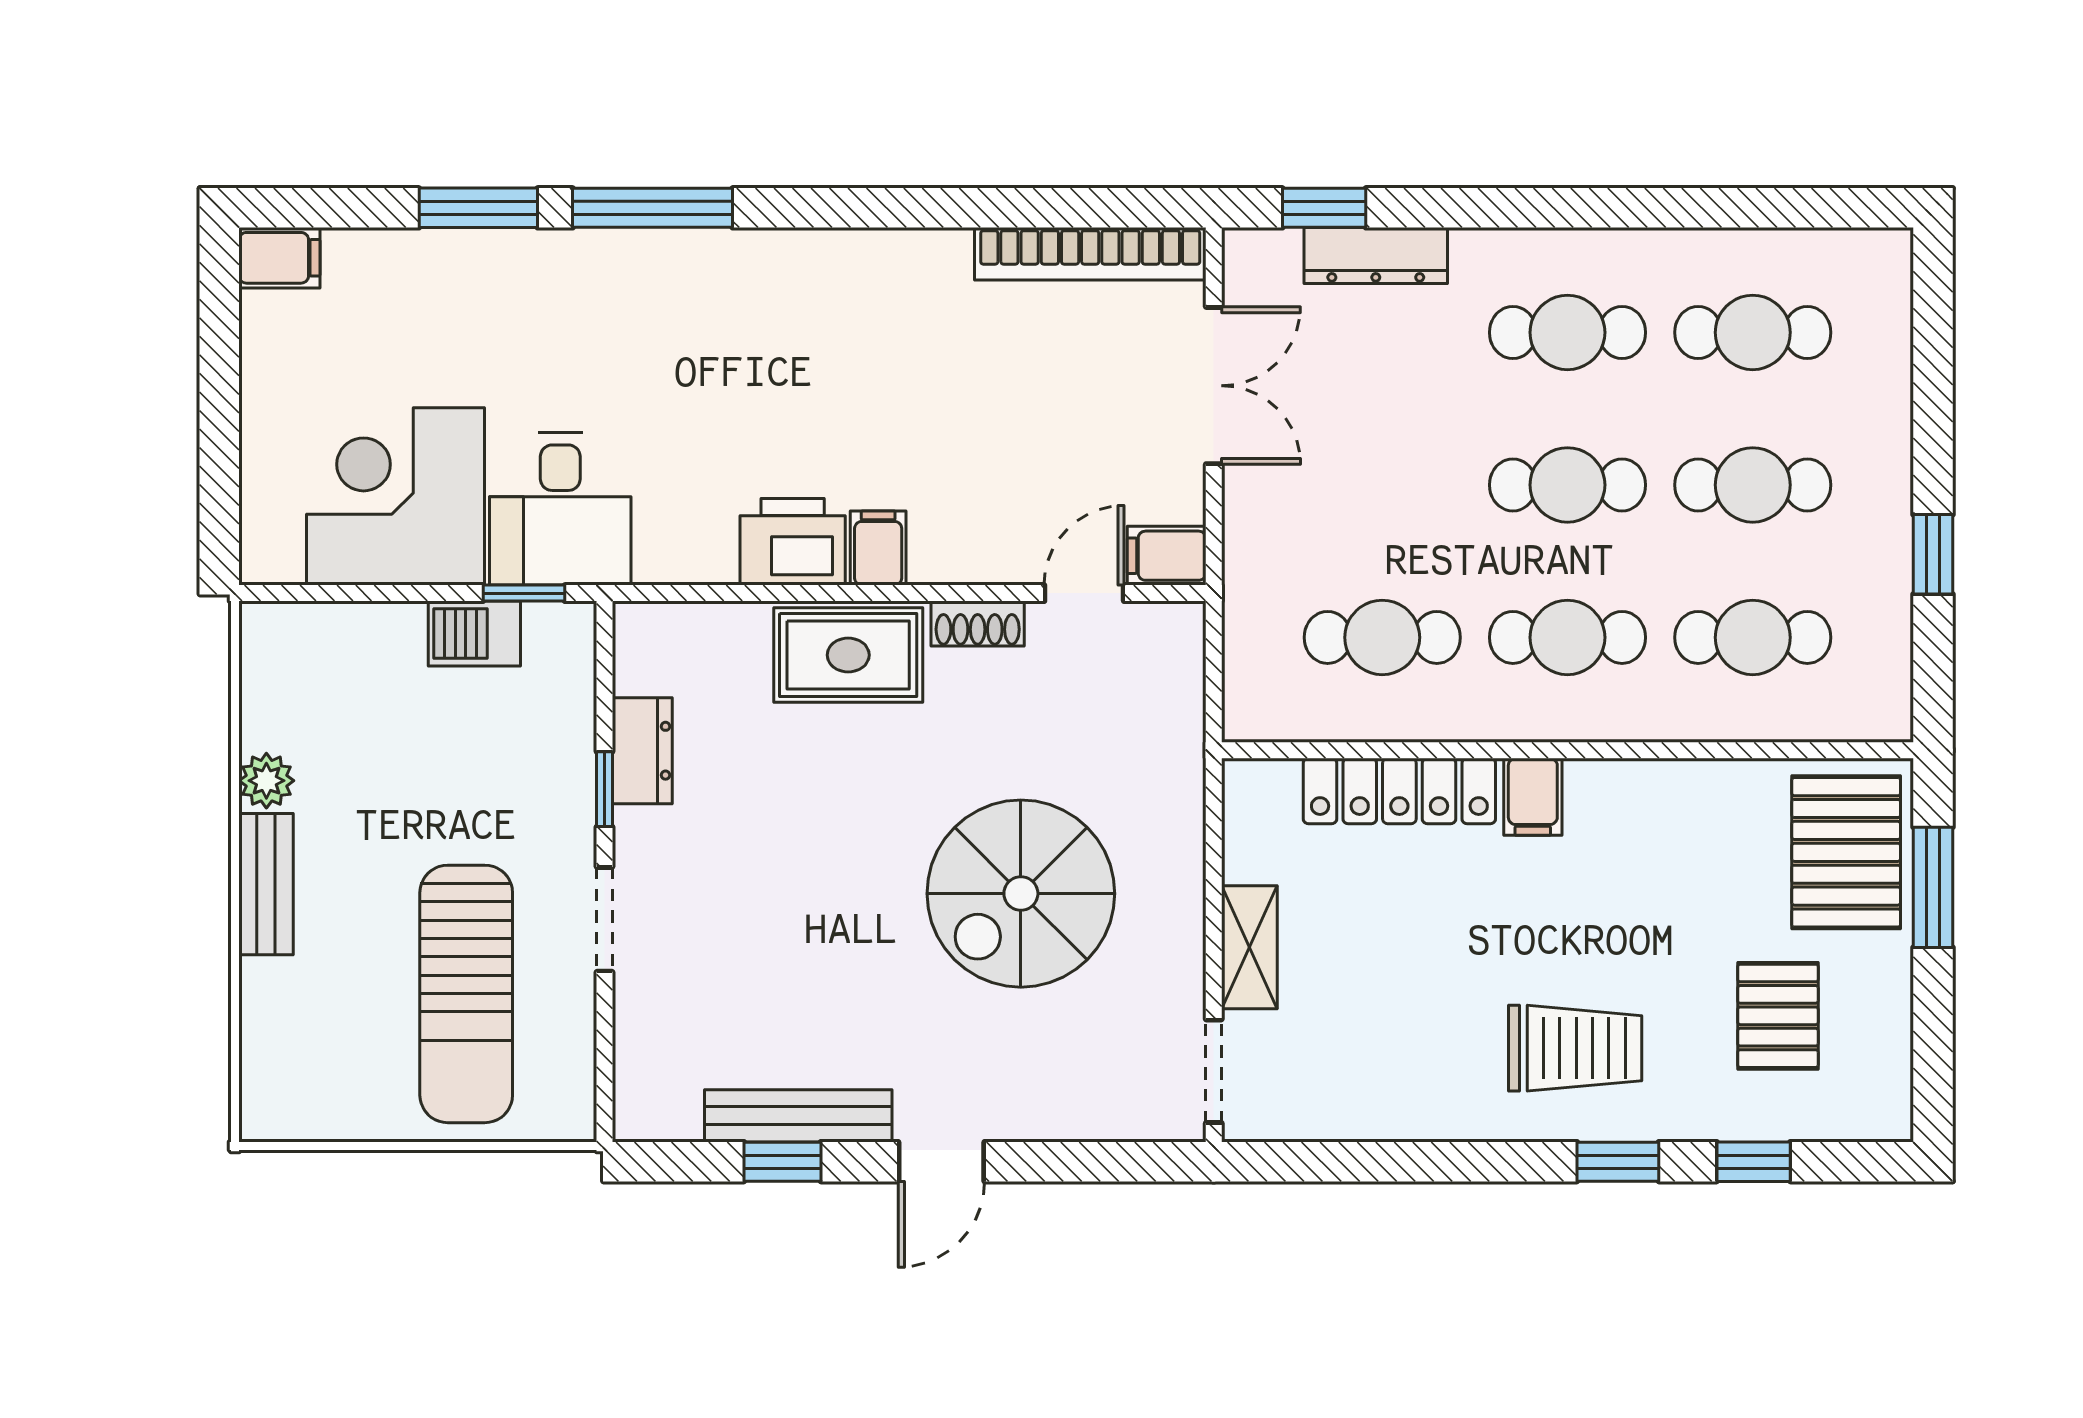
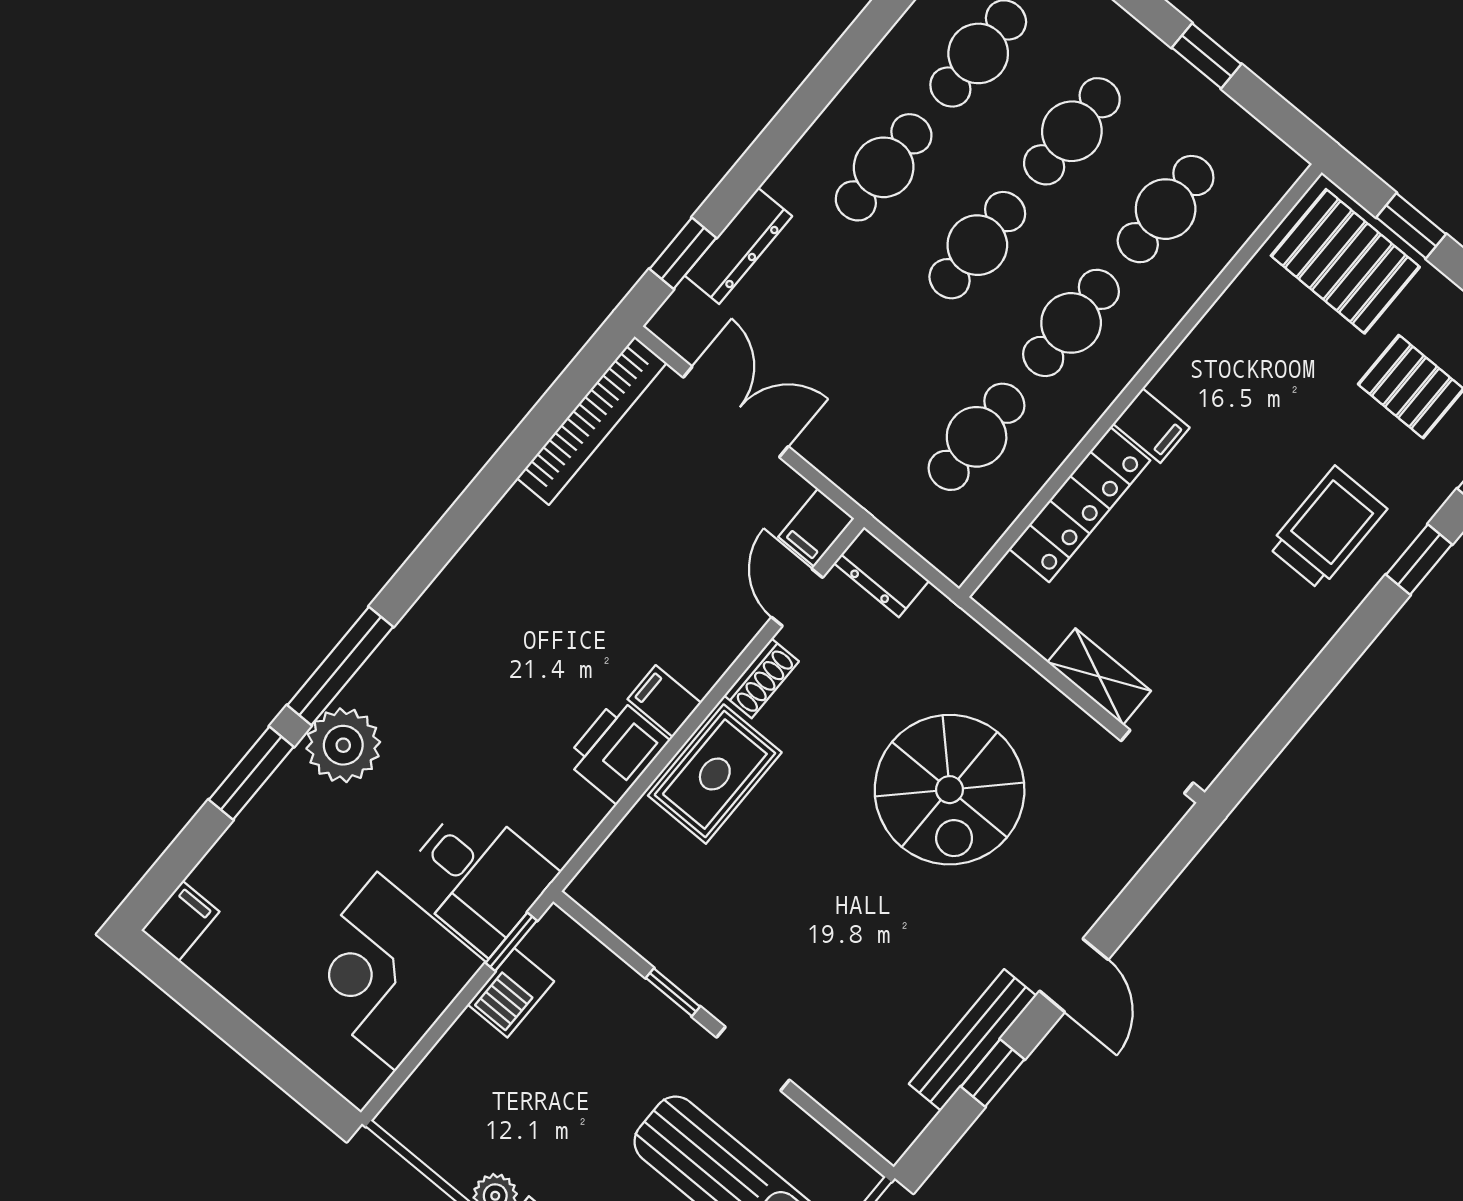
plant: (579, 274) -> (343, 745), added
dresser: (642, 751) -> (881, 572), moved, turned 180
window: (1933, 887) -> (1411, 226), width x0.67

